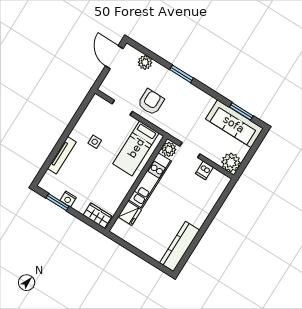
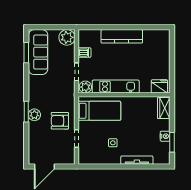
plant: (145, 62) -> (34, 115), moved
fridge: (130, 213) -> (159, 86), moved
kitchen counter: (180, 246) -> (122, 36), moved

